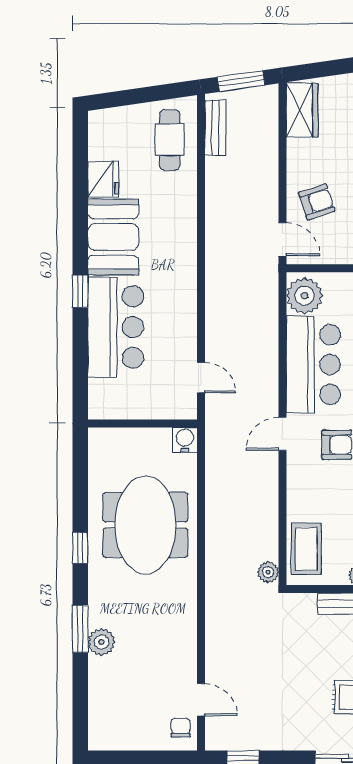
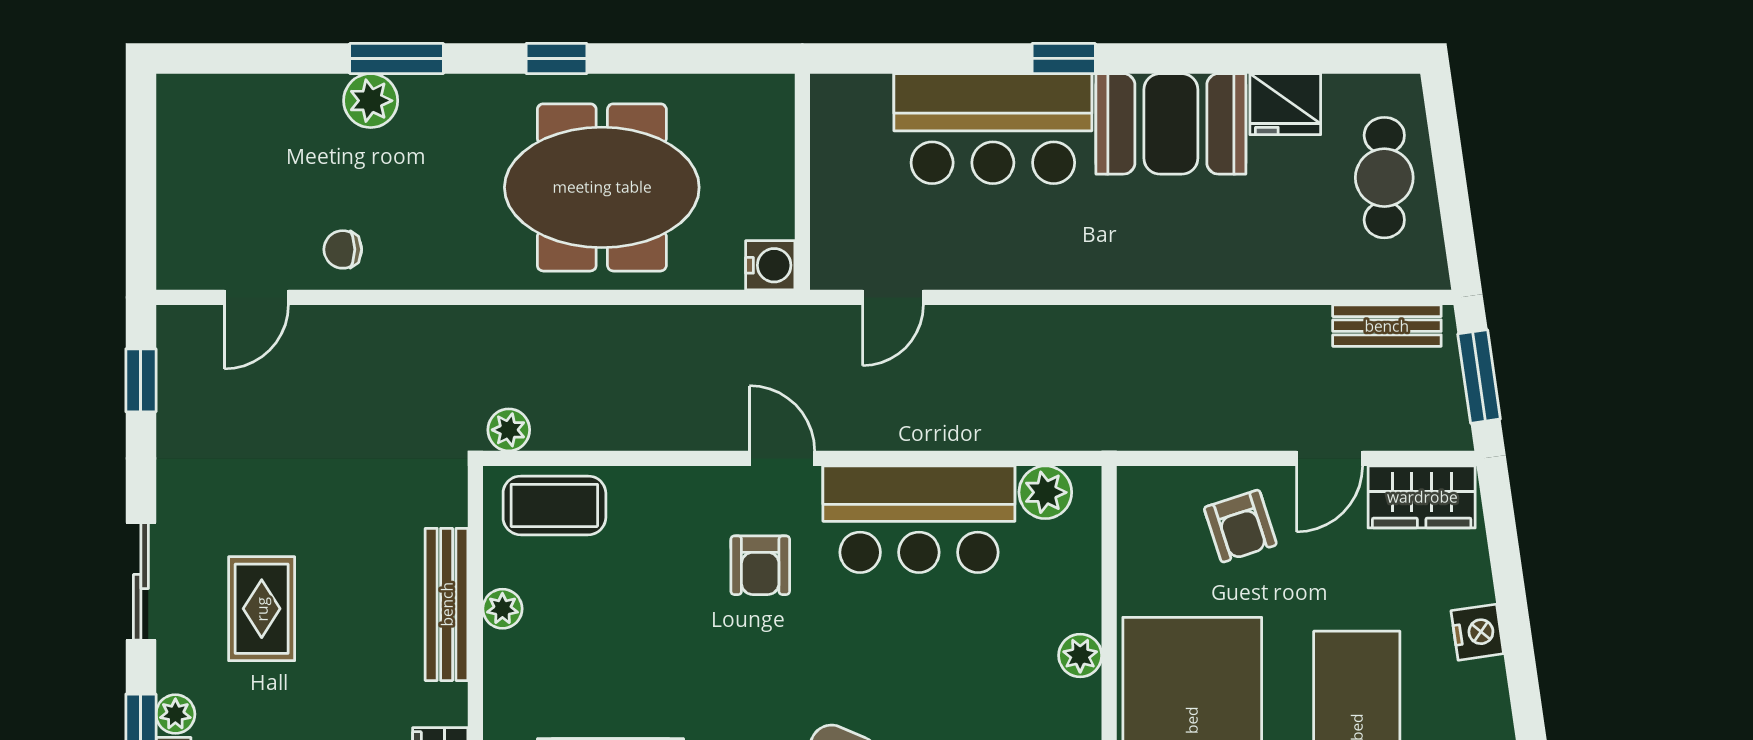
cafe table: (170, 140) -> (1384, 178), moved, turned 90
door: (283, 239) -> (1330, 458), moved
plant: (305, 296) -> (1045, 492), width x0.73, depth x0.73
chair: (181, 728) -> (343, 249), moved, turned 180

